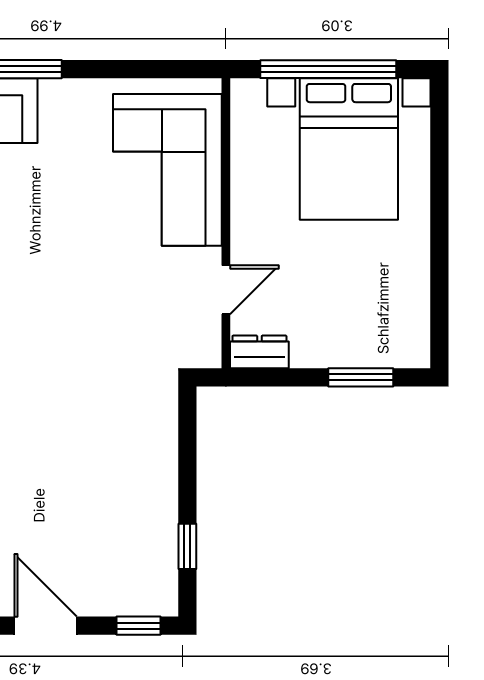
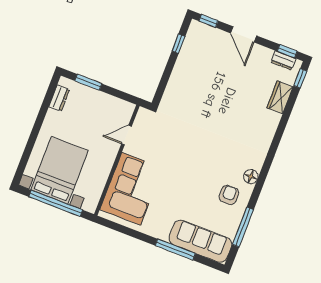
dresser: (259, 352) -> (59, 98), moved, turned -90

